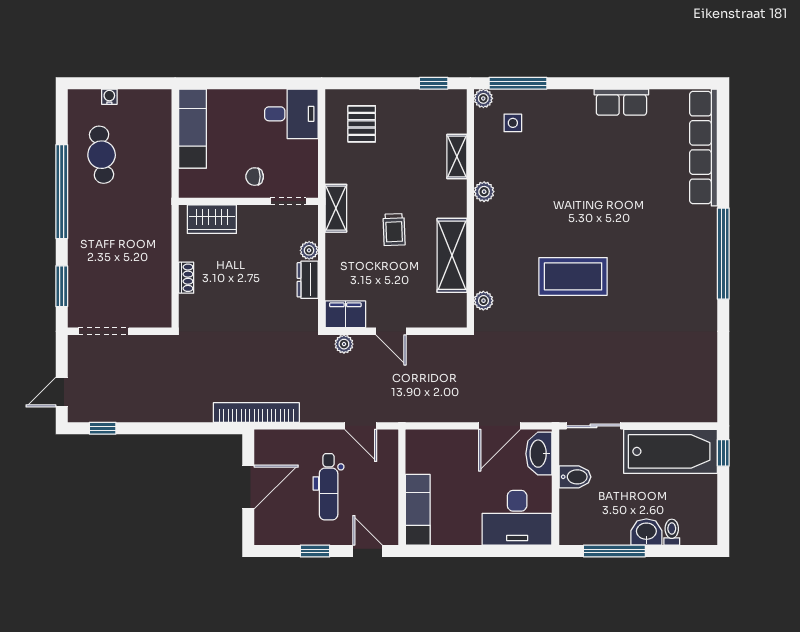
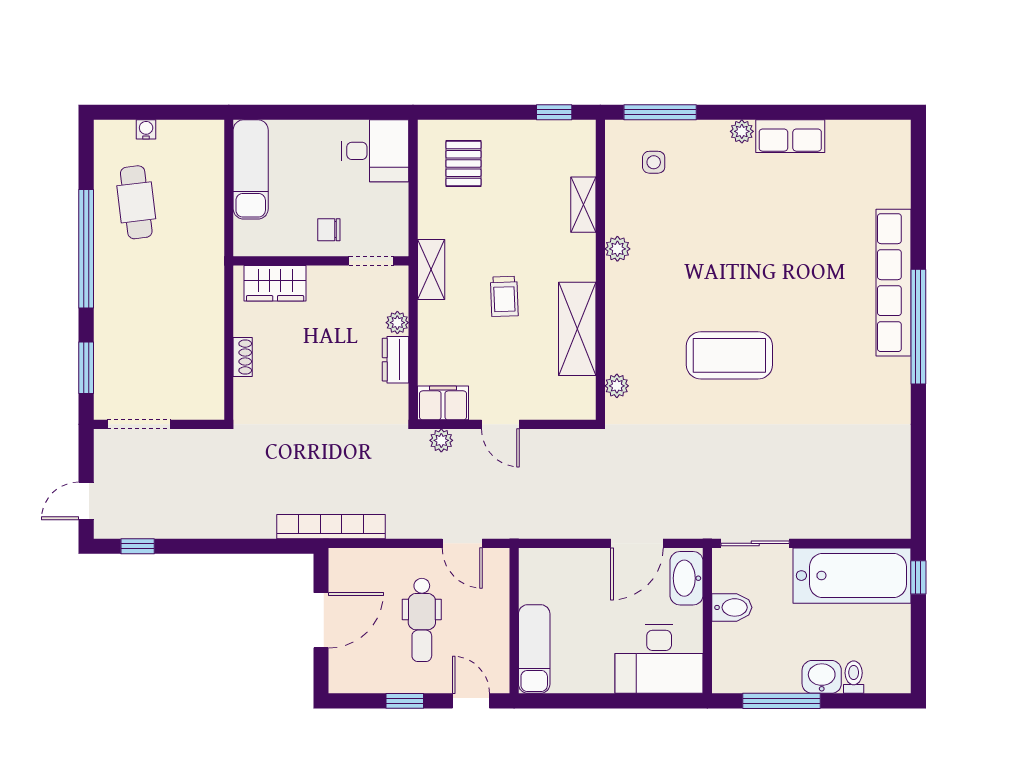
plant: (483, 98) -> (742, 131), moved
row of seats: (704, 147) -> (894, 283), moved

